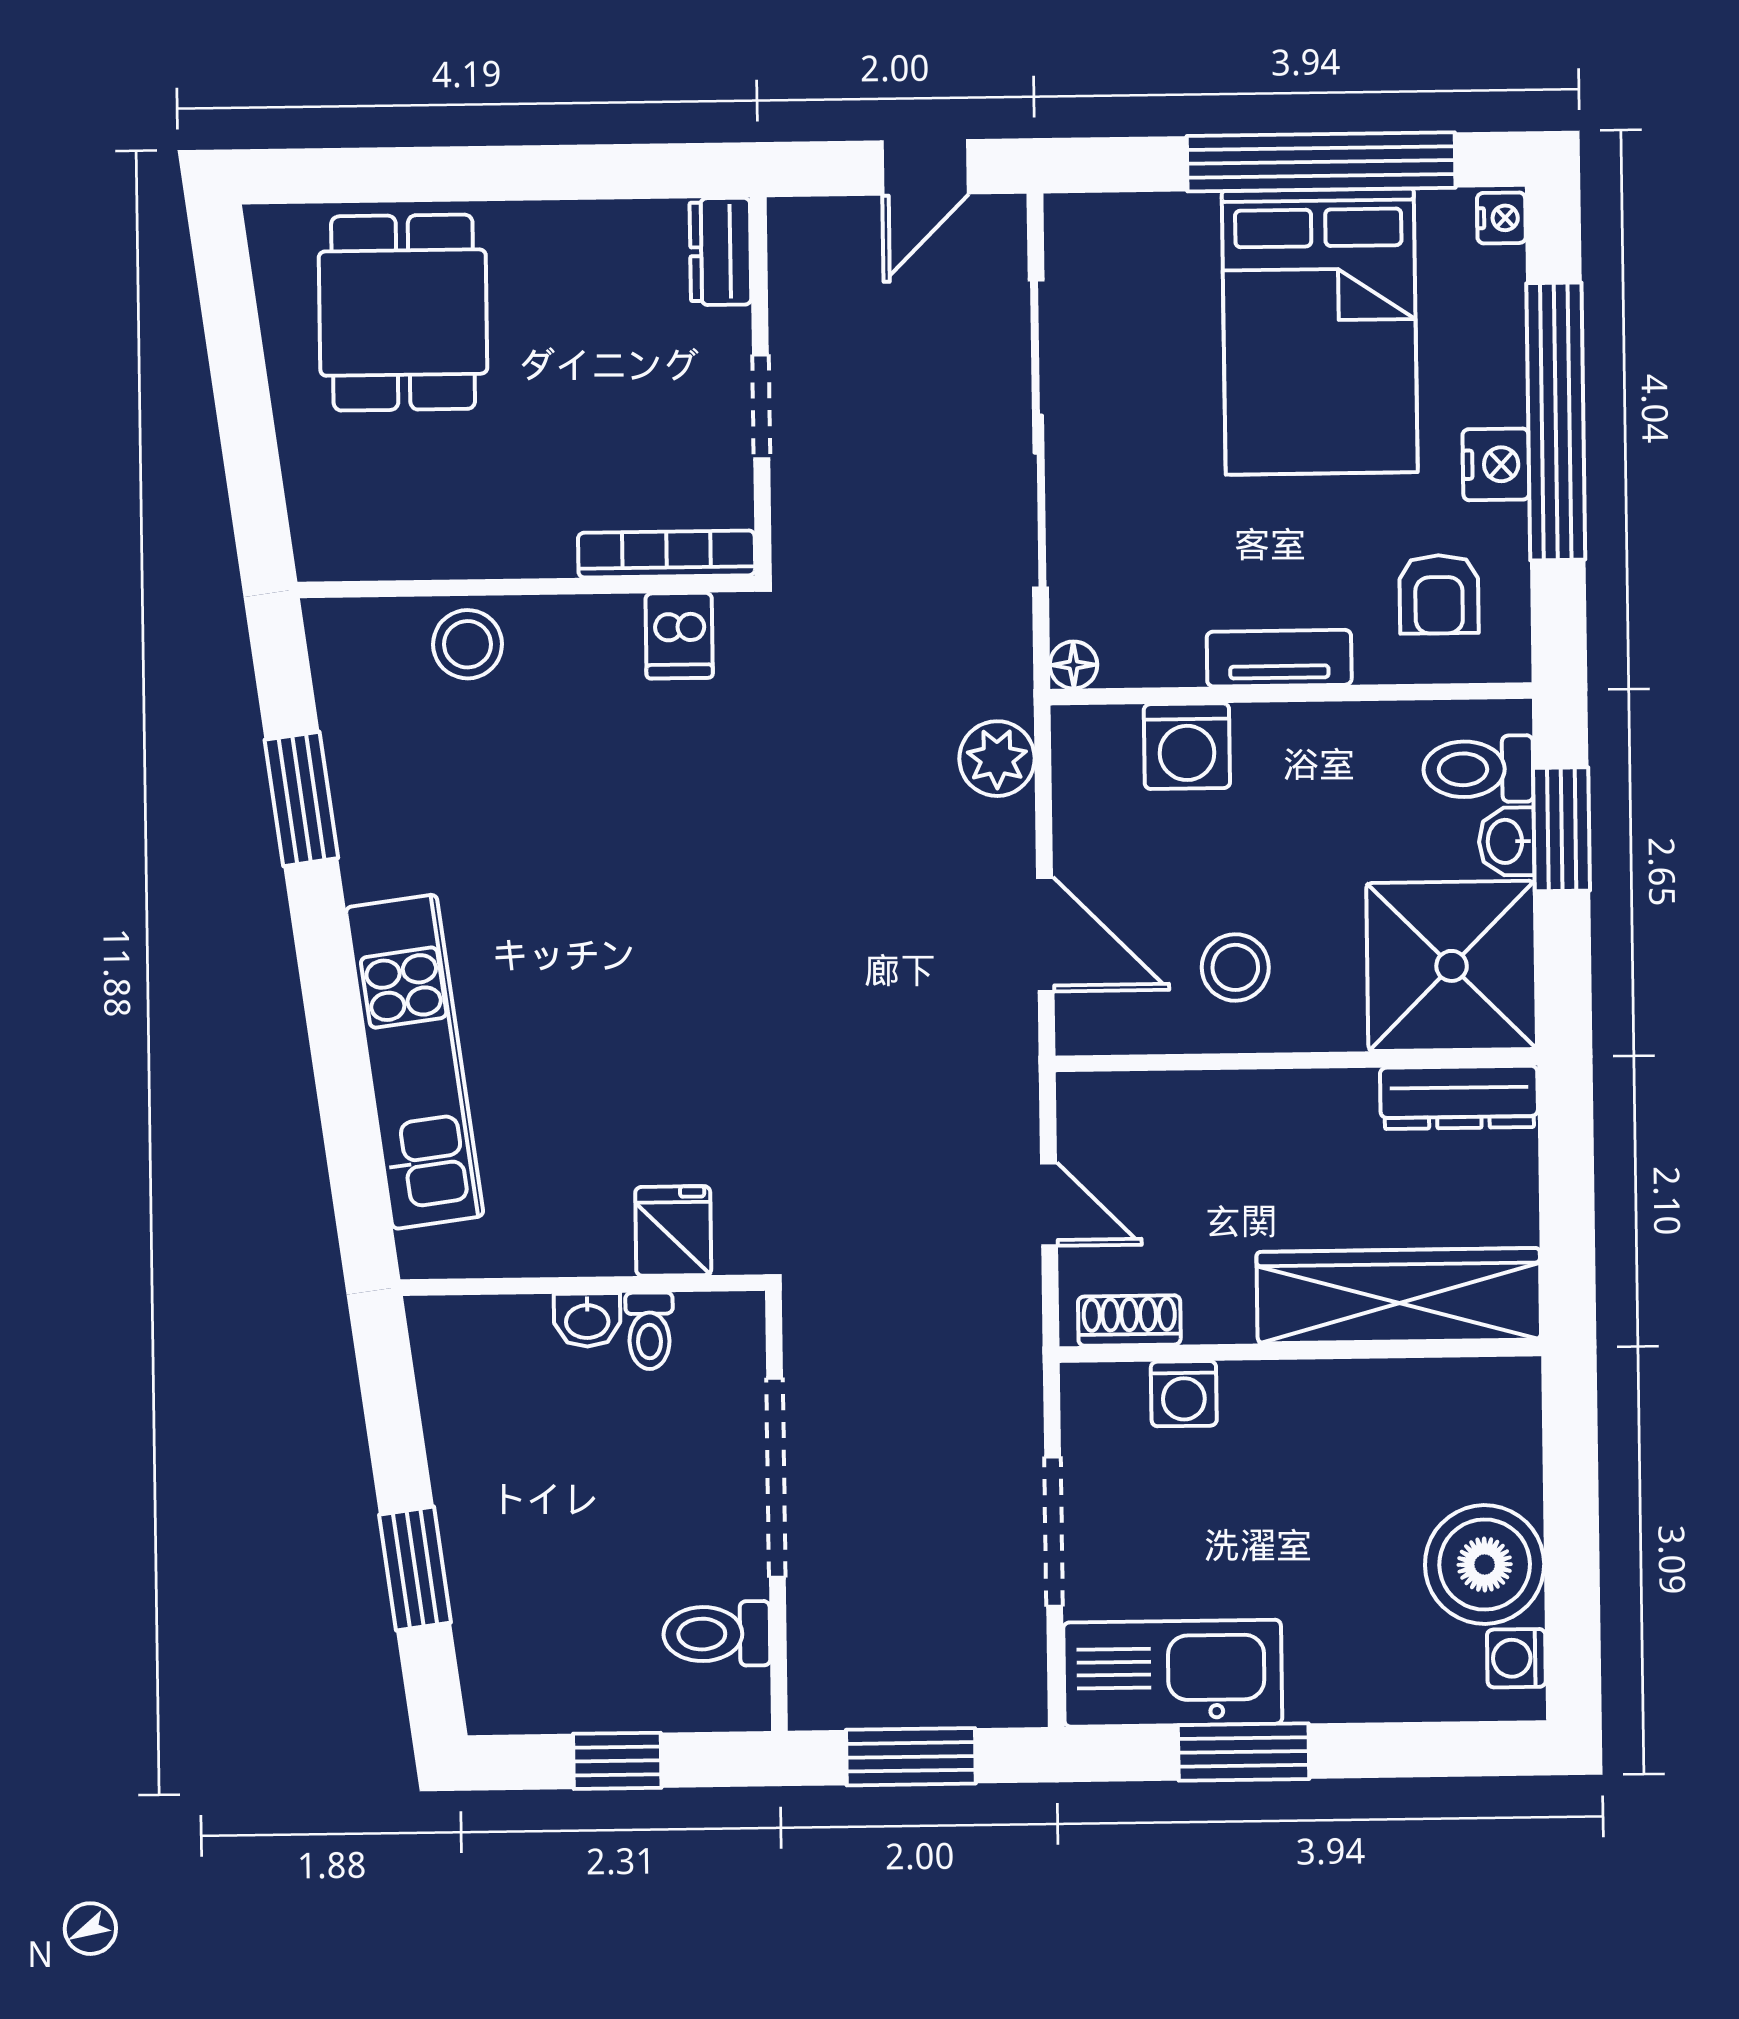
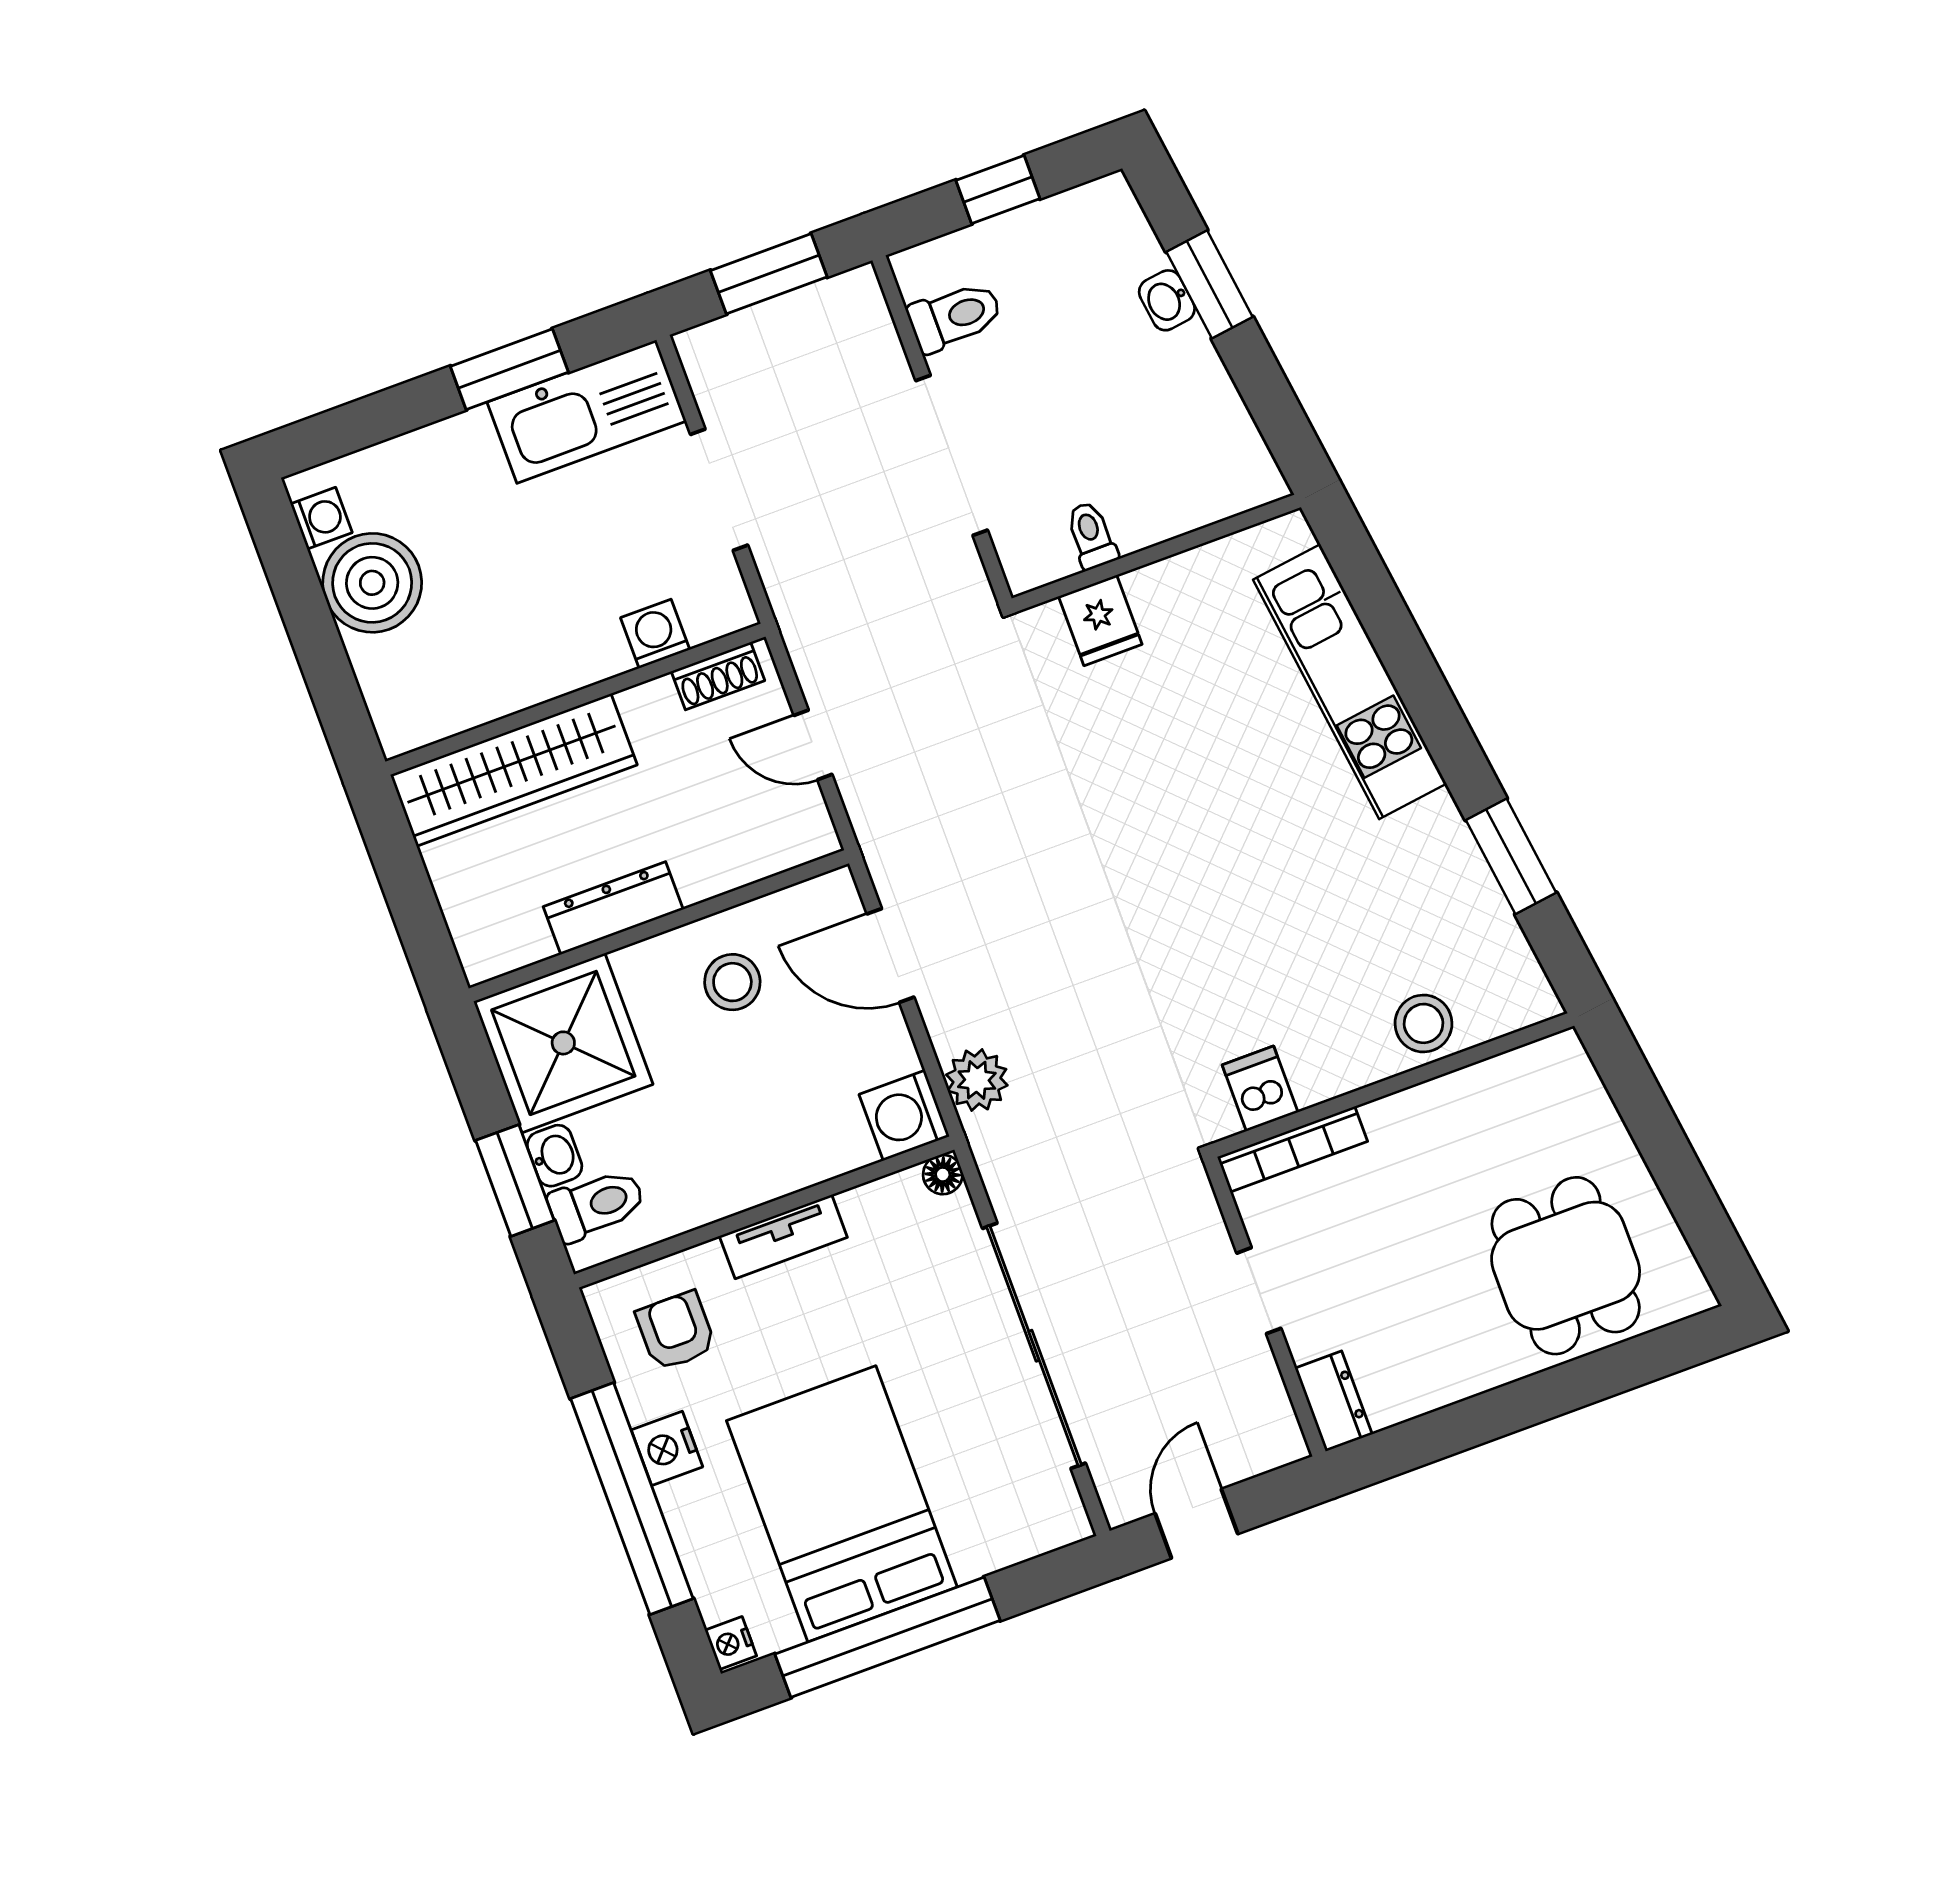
washing machine: (1187, 746) -> (904, 1115), moved, turned -90
dresser: (1459, 1097) -> (613, 908), moved
washbasin: (587, 1320) -> (1167, 300), moved, turned -98

